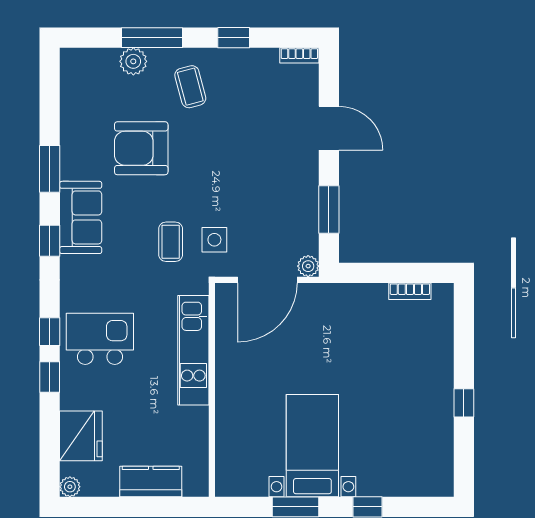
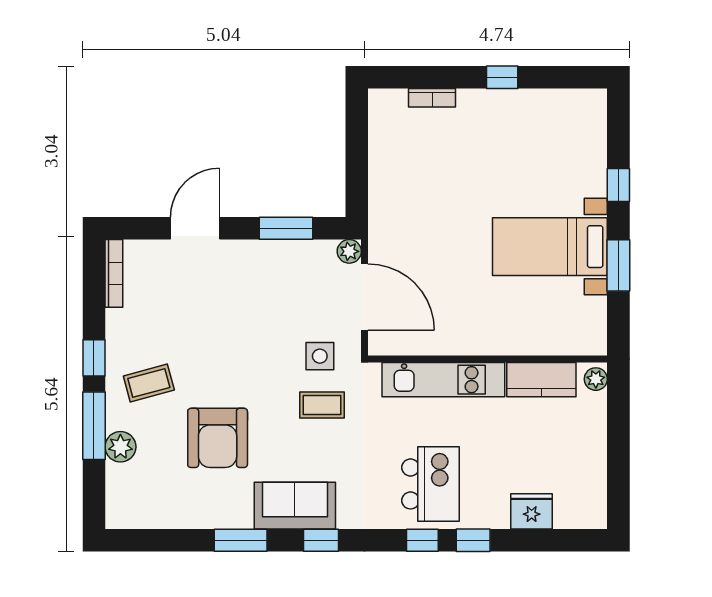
window: (234, 38) -> (94, 358), moved
bookcase: (299, 55) -> (114, 273), width x1.56
bookcase: (410, 291) -> (432, 98), moved, turned 90
kitchen island: (100, 339) -> (431, 484), turned 180
fridge: (81, 436) -> (532, 511), width x0.73, depth x0.75
kitchen counter: (151, 481) -> (541, 380), moved, turned -90
plant: (70, 487) -> (596, 379), moved

